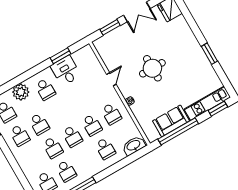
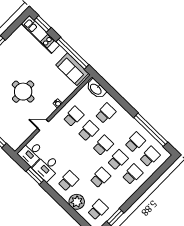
desk: (85, 59) -> (31, 153), added
sofa: (171, 121) -> (72, 69), moved
school desk: (20, 135) -> (133, 174), moved

